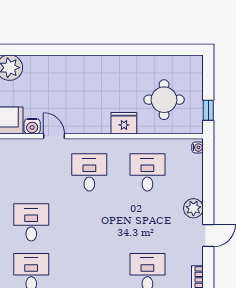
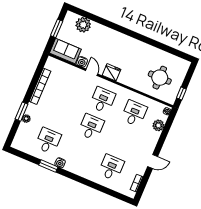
fridge: (124, 123) -> (111, 72), moved
plant: (193, 208) -> (158, 125), moved
desk: (31, 222) -> (91, 127), moved

